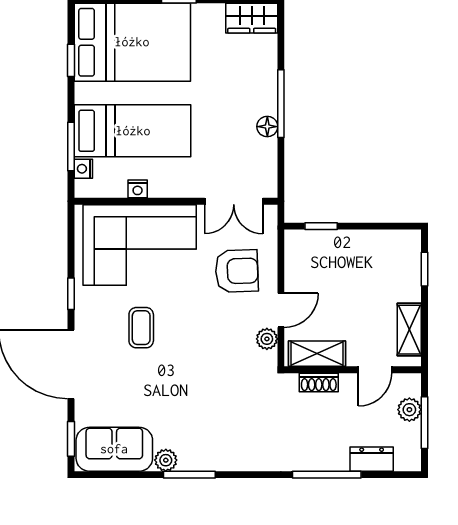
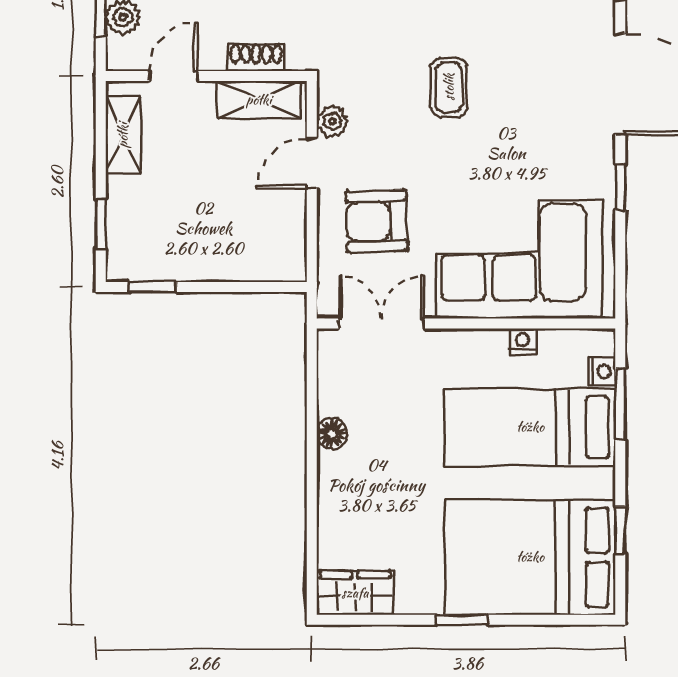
window: (281, 104) -> (312, 467), removed
window: (321, 226) -> (152, 287), moved
coffee table: (141, 328) -> (449, 87), moved

